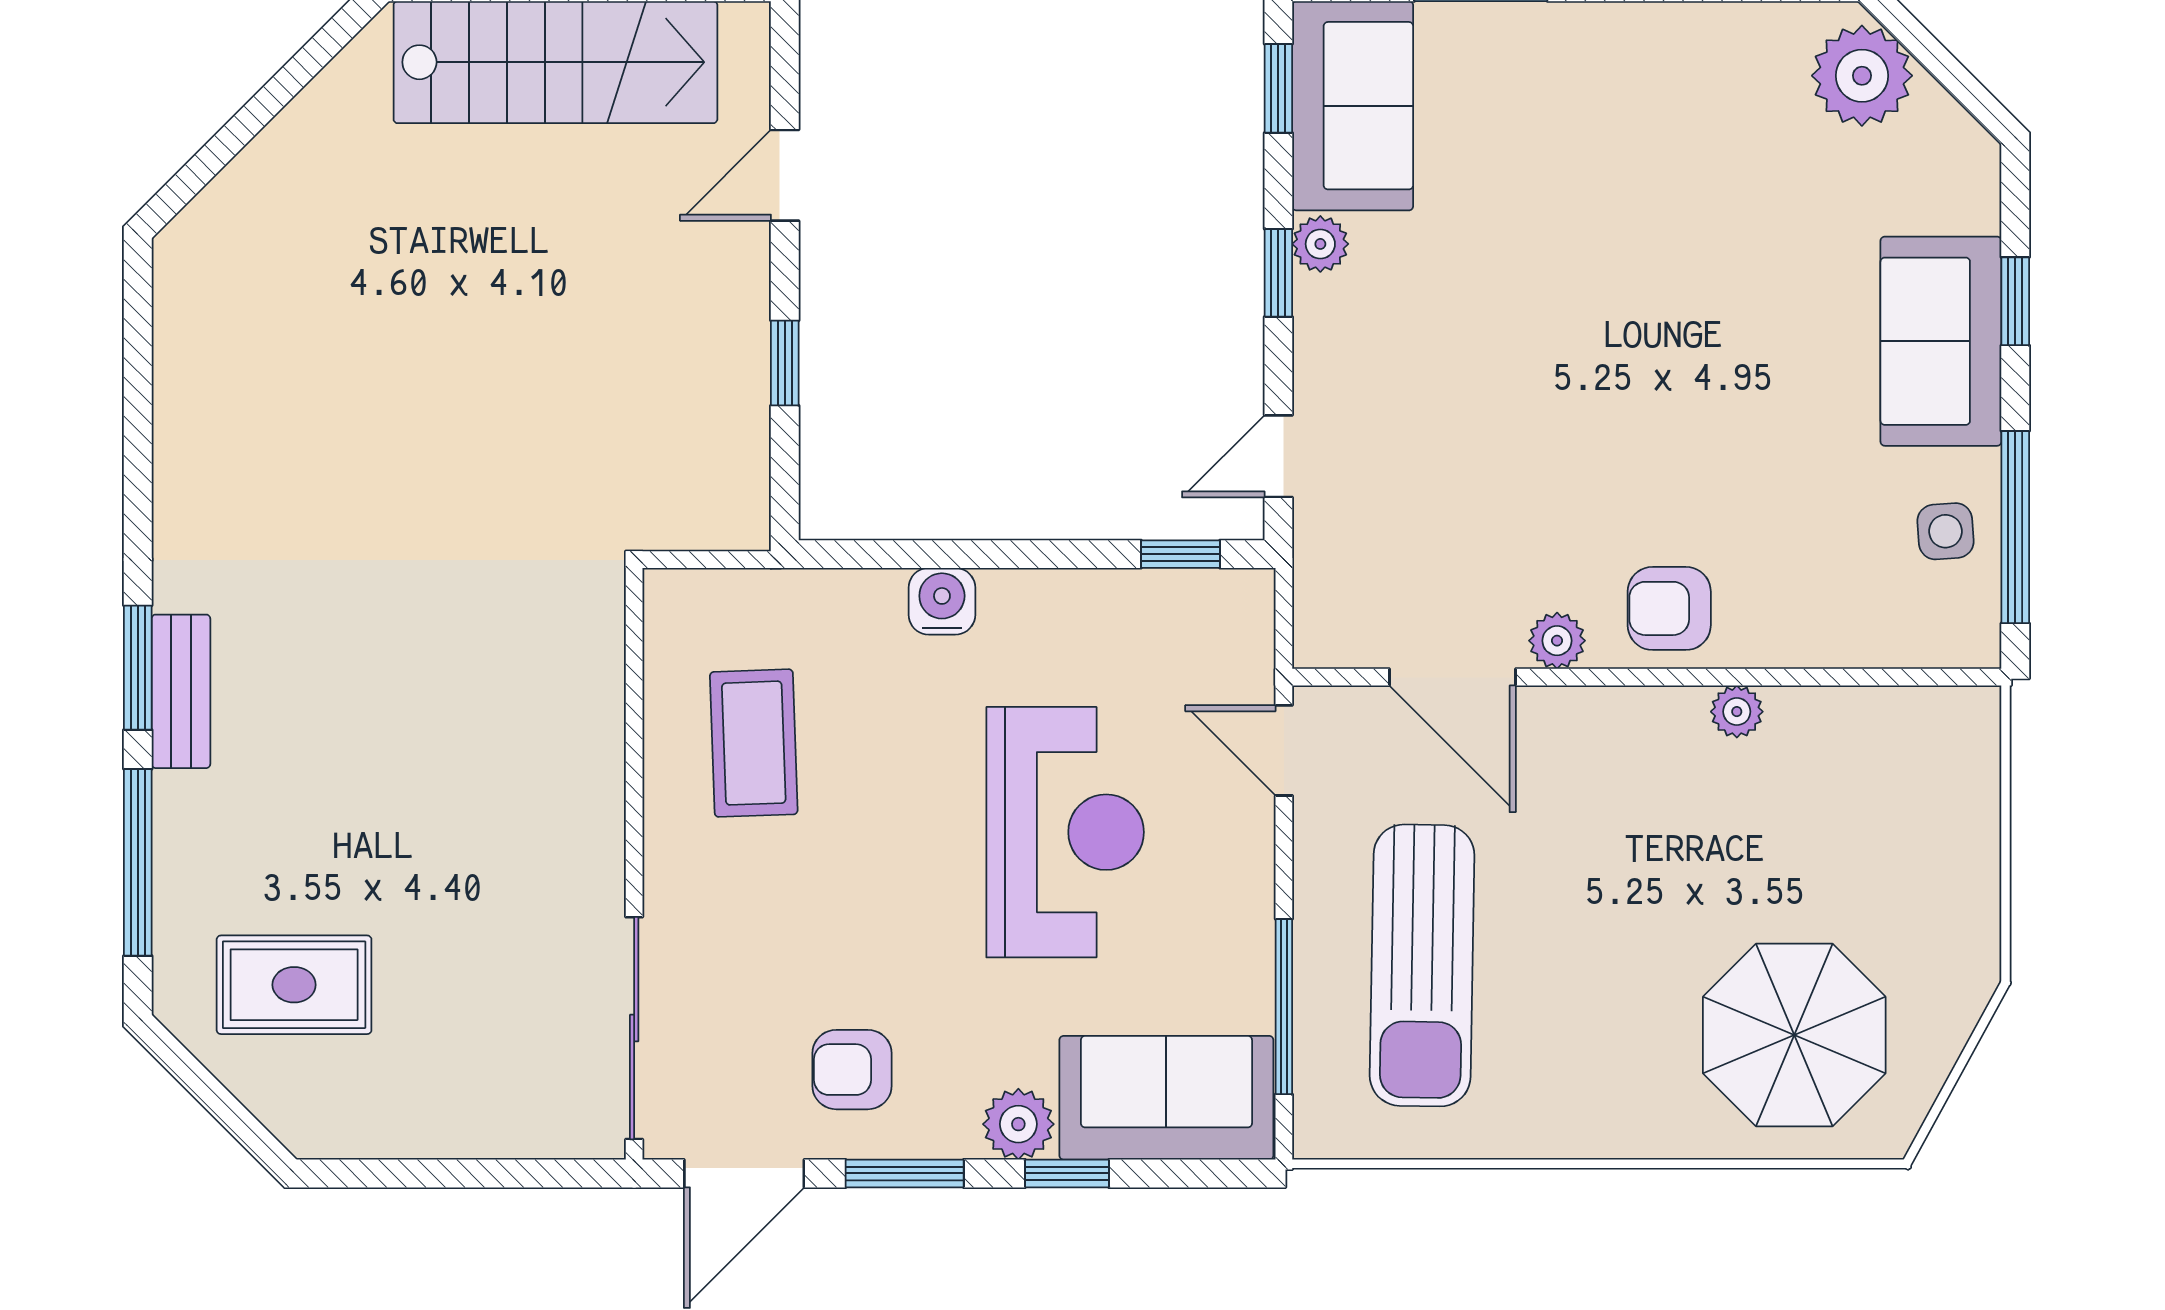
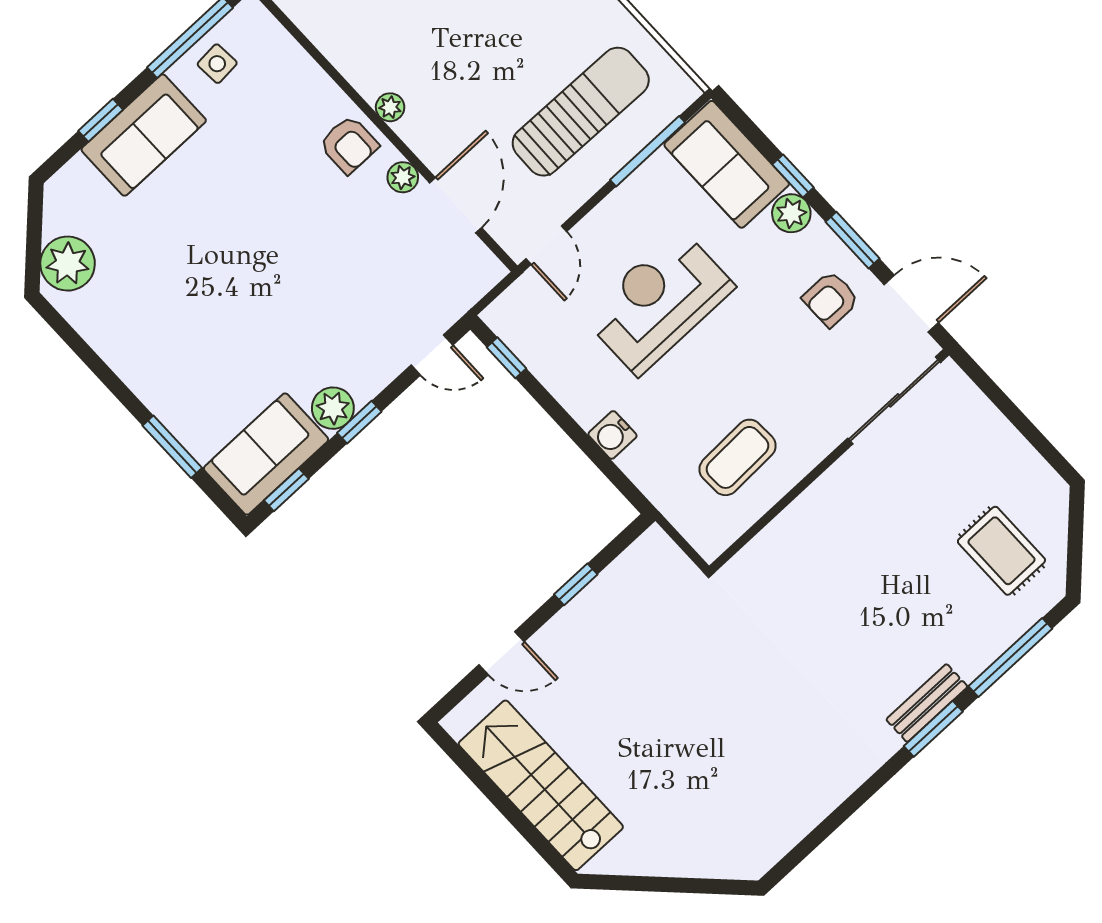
plant: (1320, 244) -> (333, 408), width x1.38, depth x1.38
plant: (1737, 712) -> (390, 107), moved
armchair: (852, 1070) -> (831, 299), turned 90

